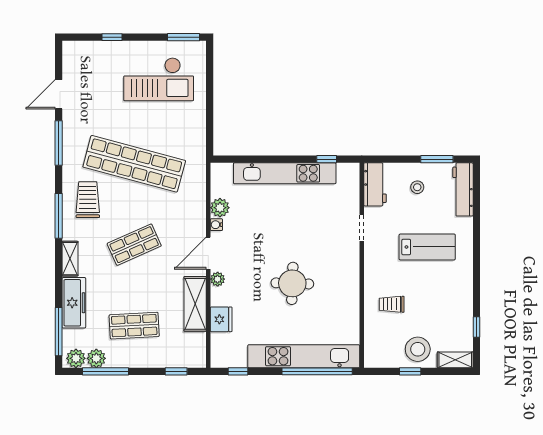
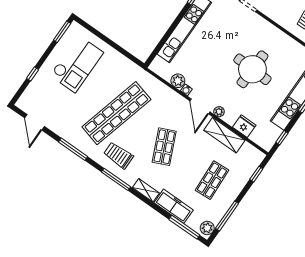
door: (59, 94) -> (34, 122), moved
round table: (292, 283) -> (252, 69), width x1.36, depth x1.36
plant: (96, 358) -> (216, 216), removed

